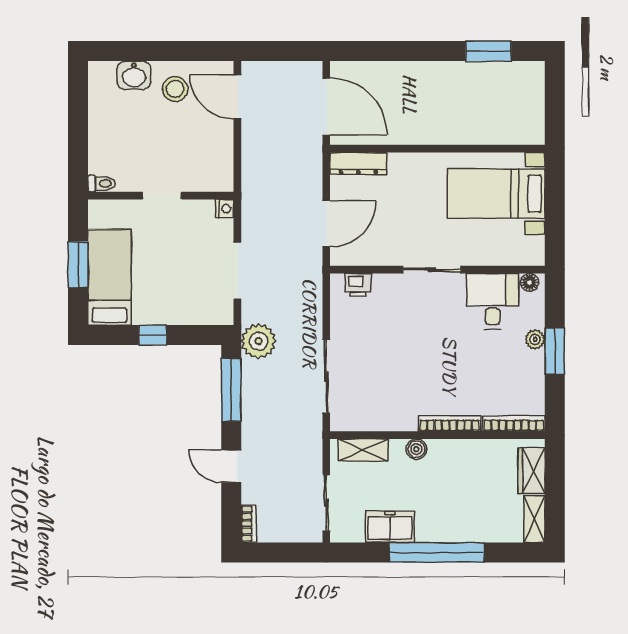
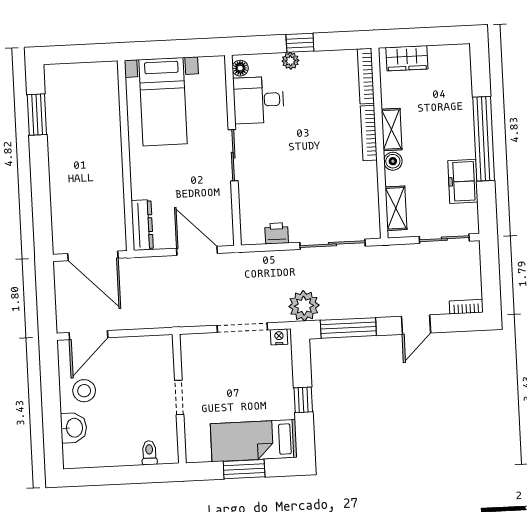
door: (326, 106) -> (93, 256), swing flipped
toilet: (102, 183) -> (149, 453), moved
nightstand: (225, 209) -> (279, 337), moved
printer: (358, 285) -> (277, 233), moved, turned -90
window: (555, 351) -> (300, 43), width x0.67
shelving: (534, 519) -> (392, 129), moved, turned 90

